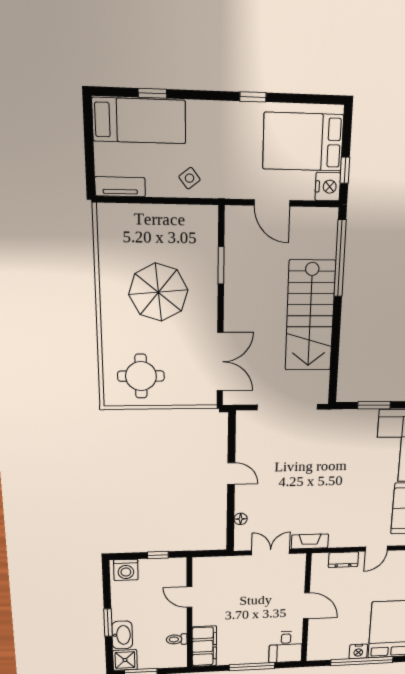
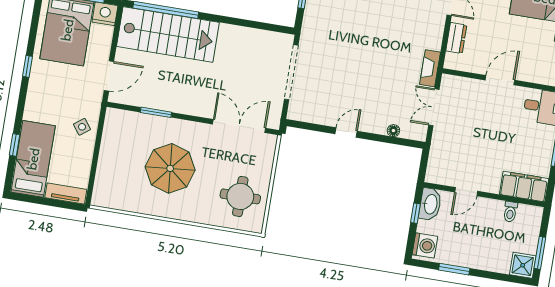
tv unit: (120, 187) -> (66, 194), moved, turned 90
door: (272, 203) -> (109, 76), moved
stairs: (310, 316) -> (168, 34), moved
window: (108, 623) -> (454, 269), moved
washbasin: (122, 635) -> (430, 204), moved, turned 90

